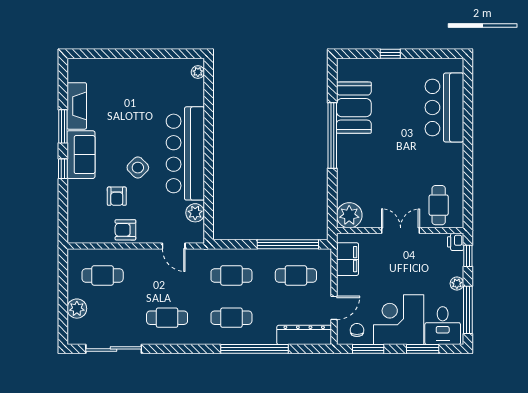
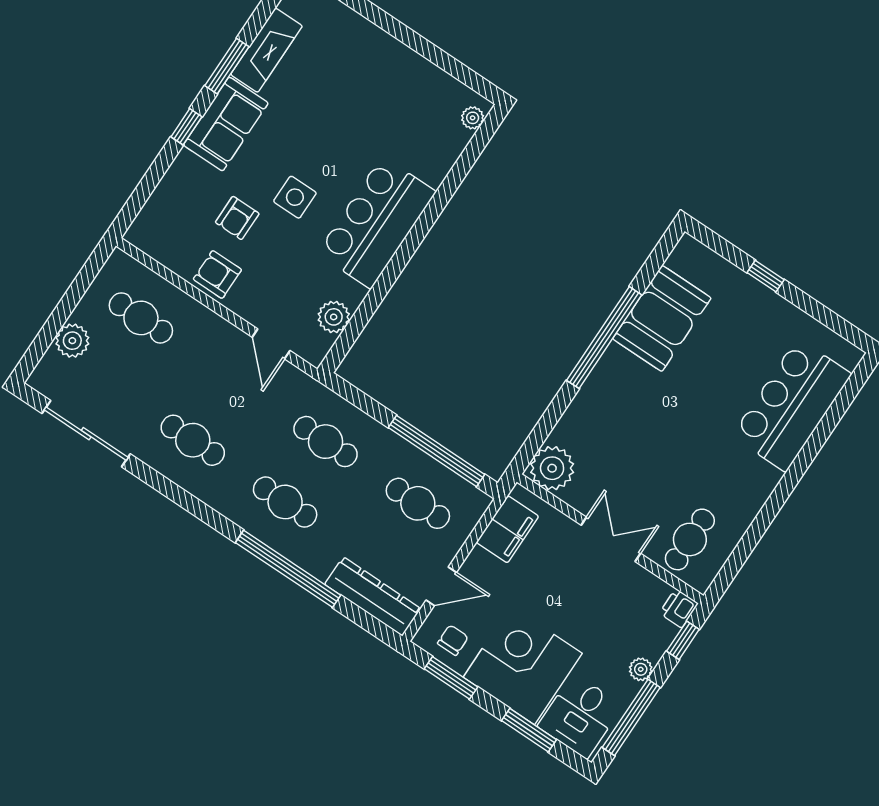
bar counter: (185, 153) -> (377, 223), width x0.73
side table: (138, 168) -> (295, 197), turned 45

